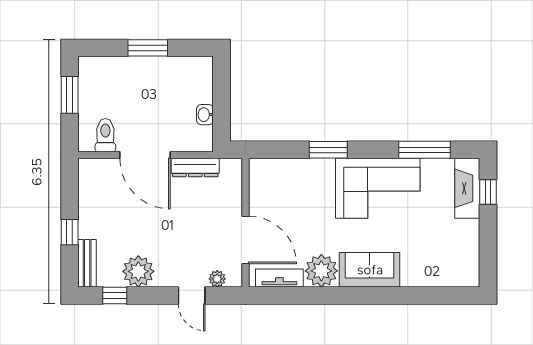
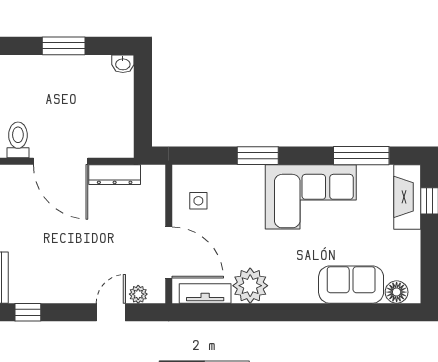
washbasin: (205, 115) -> (123, 64), moved, turned -90
side table: (273, 192) -> (198, 201), added
sofa: (370, 270) -> (351, 285), moved
plant: (138, 271) -> (53, 286), removed
floor lamp: (457, 277) -> (397, 292), added
door: (192, 296) -> (111, 312), swing flipped

